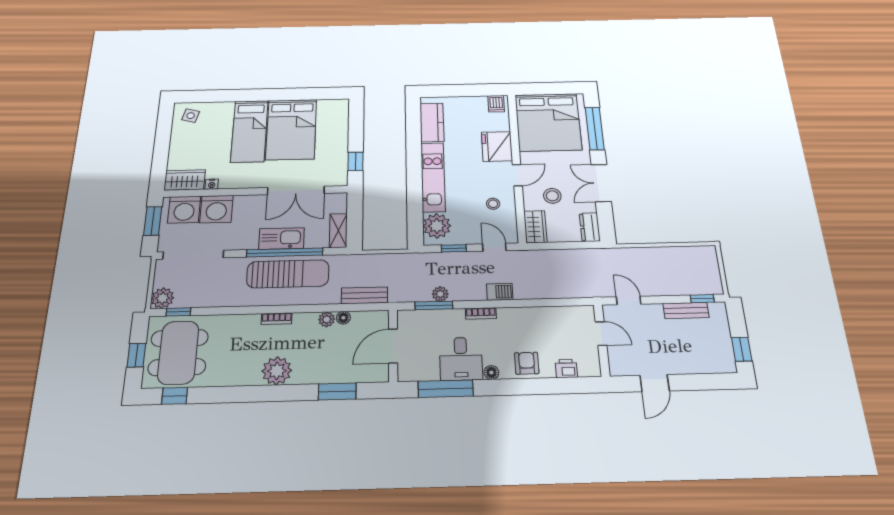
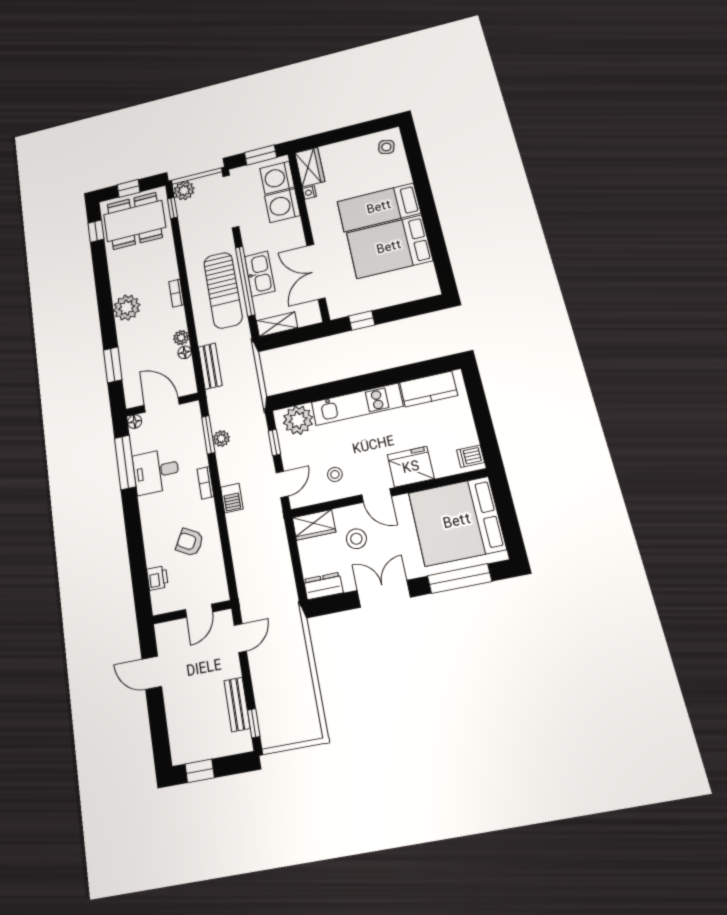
armchair: (527, 363) -> (190, 542), moved, turned -151
floor lamp: (491, 373) -> (135, 422), moved

